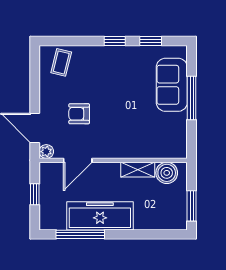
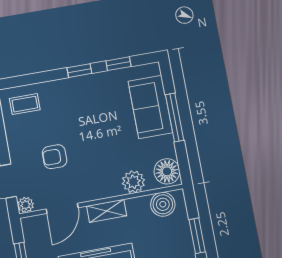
coffee table: (61, 62) -> (25, 104), turned 76
floor lamp: (176, 145) -> (167, 171), added
plant: (145, 148) -> (133, 182), added
shelving: (138, 170) -> (107, 211), moved

